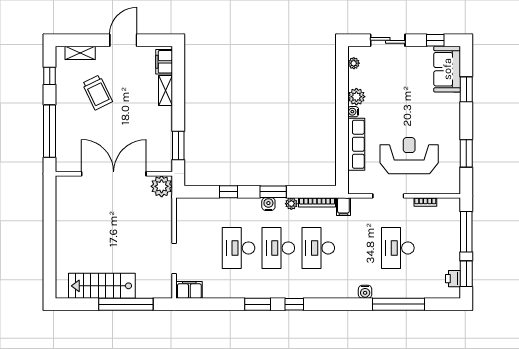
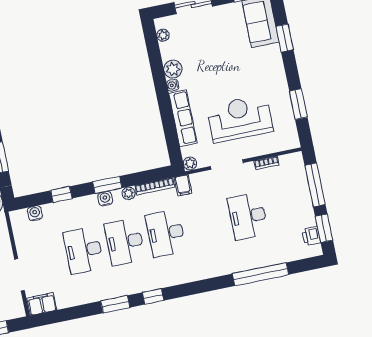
plant: (354, 188) -> (190, 164), added
water cooler: (365, 292) -> (35, 213), moved, turned 180

